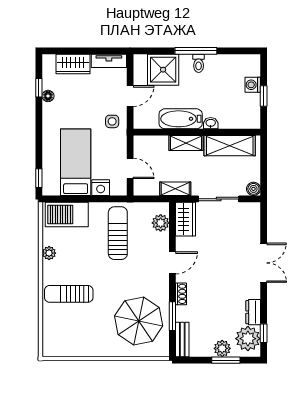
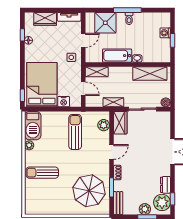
shelving: (186, 143) -> (97, 72), moved
bed: (76, 162) -> (42, 85), width x1.50
barbecue: (67, 215) -> (33, 126), moved, turned -90

